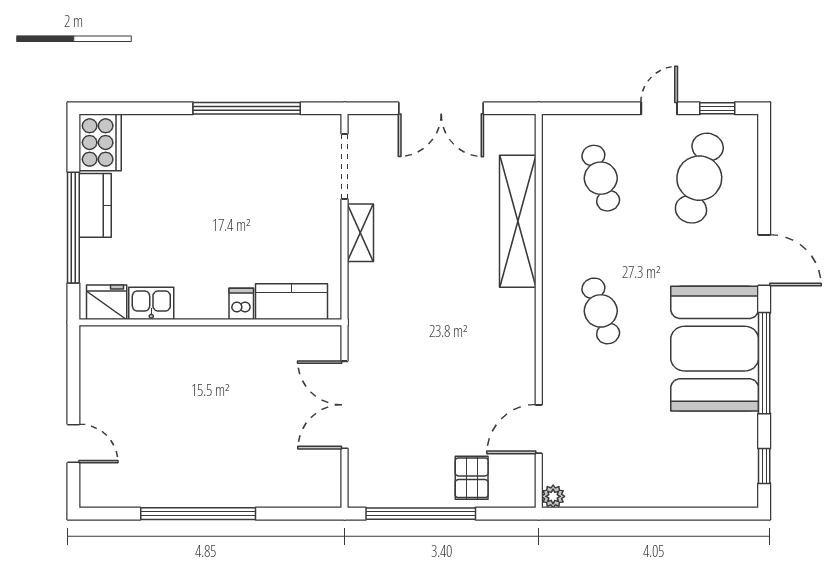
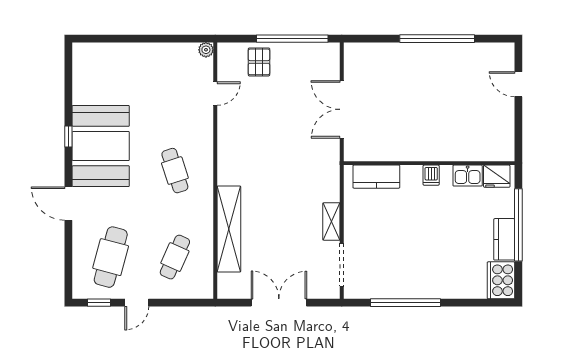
cafe table: (601, 178) -> (175, 257), turned 42
dishwasher: (241, 304) -> (431, 175), moved
window: (764, 363) -> (68, 137), width x0.32
double door: (345, 405) -> (342, 109), swing flipped
door: (539, 429) -> (215, 94), width x0.73
window: (764, 466) -> (68, 70), removed

